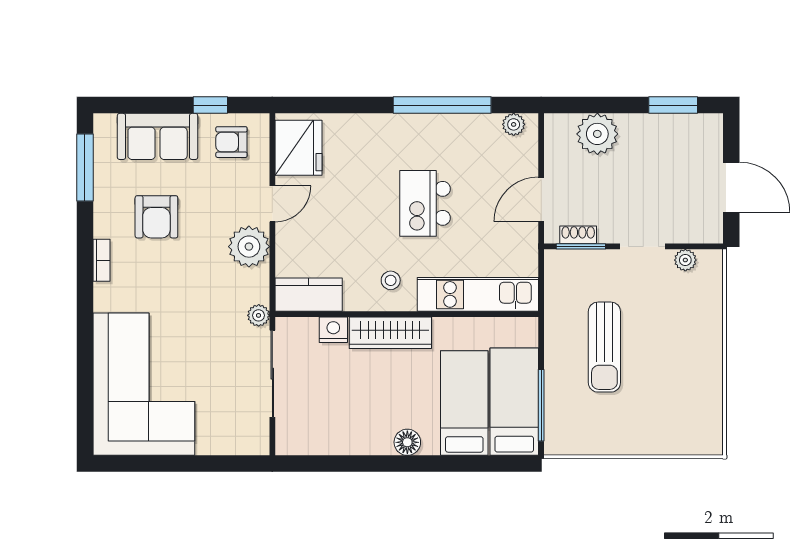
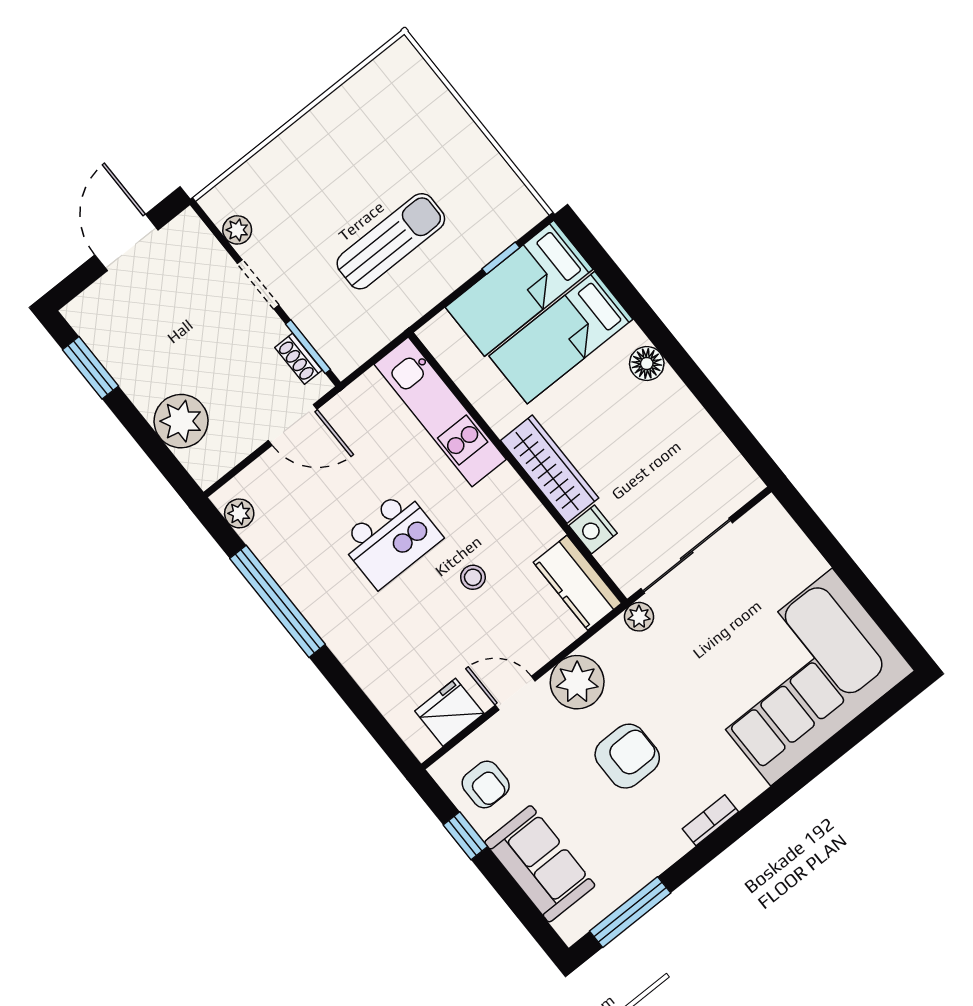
fridge: (298, 148) -> (449, 712), width x0.73, depth x0.75
armchair: (156, 217) -> (627, 756), moved
stool: (391, 280) -> (473, 577), moved
window: (541, 405) -> (501, 258), width x0.46

